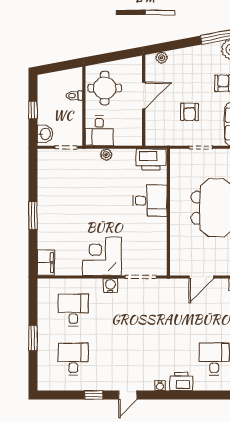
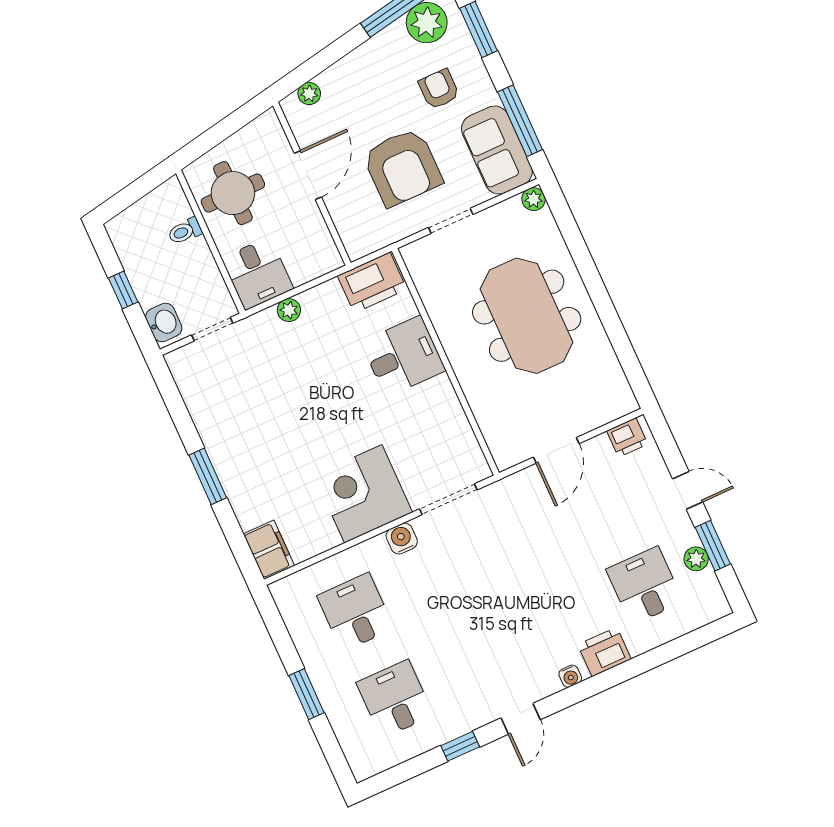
armchair: (190, 112) -> (402, 167), width x1.88, depth x1.88

